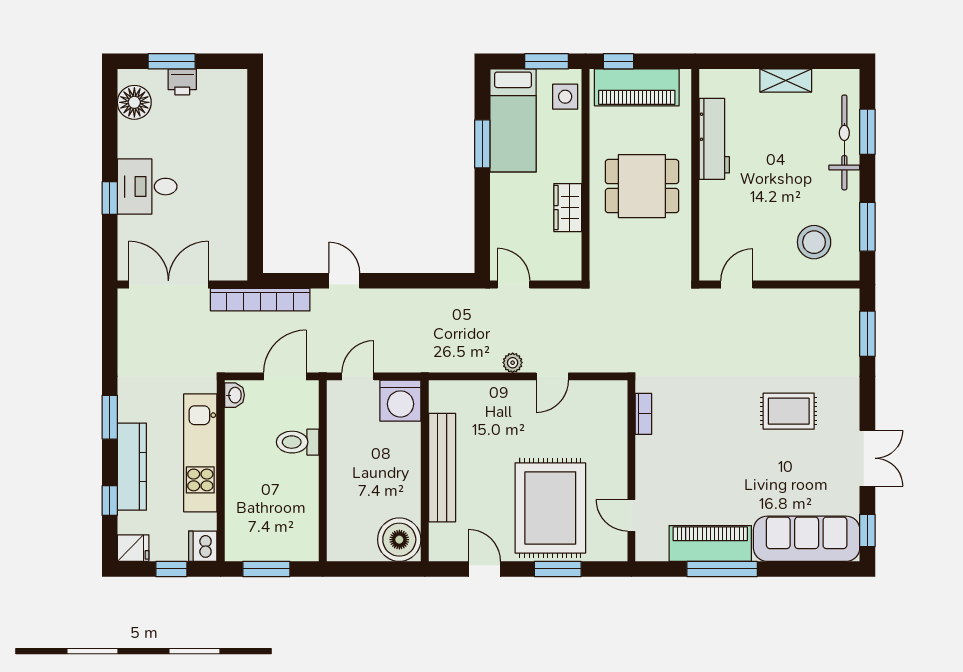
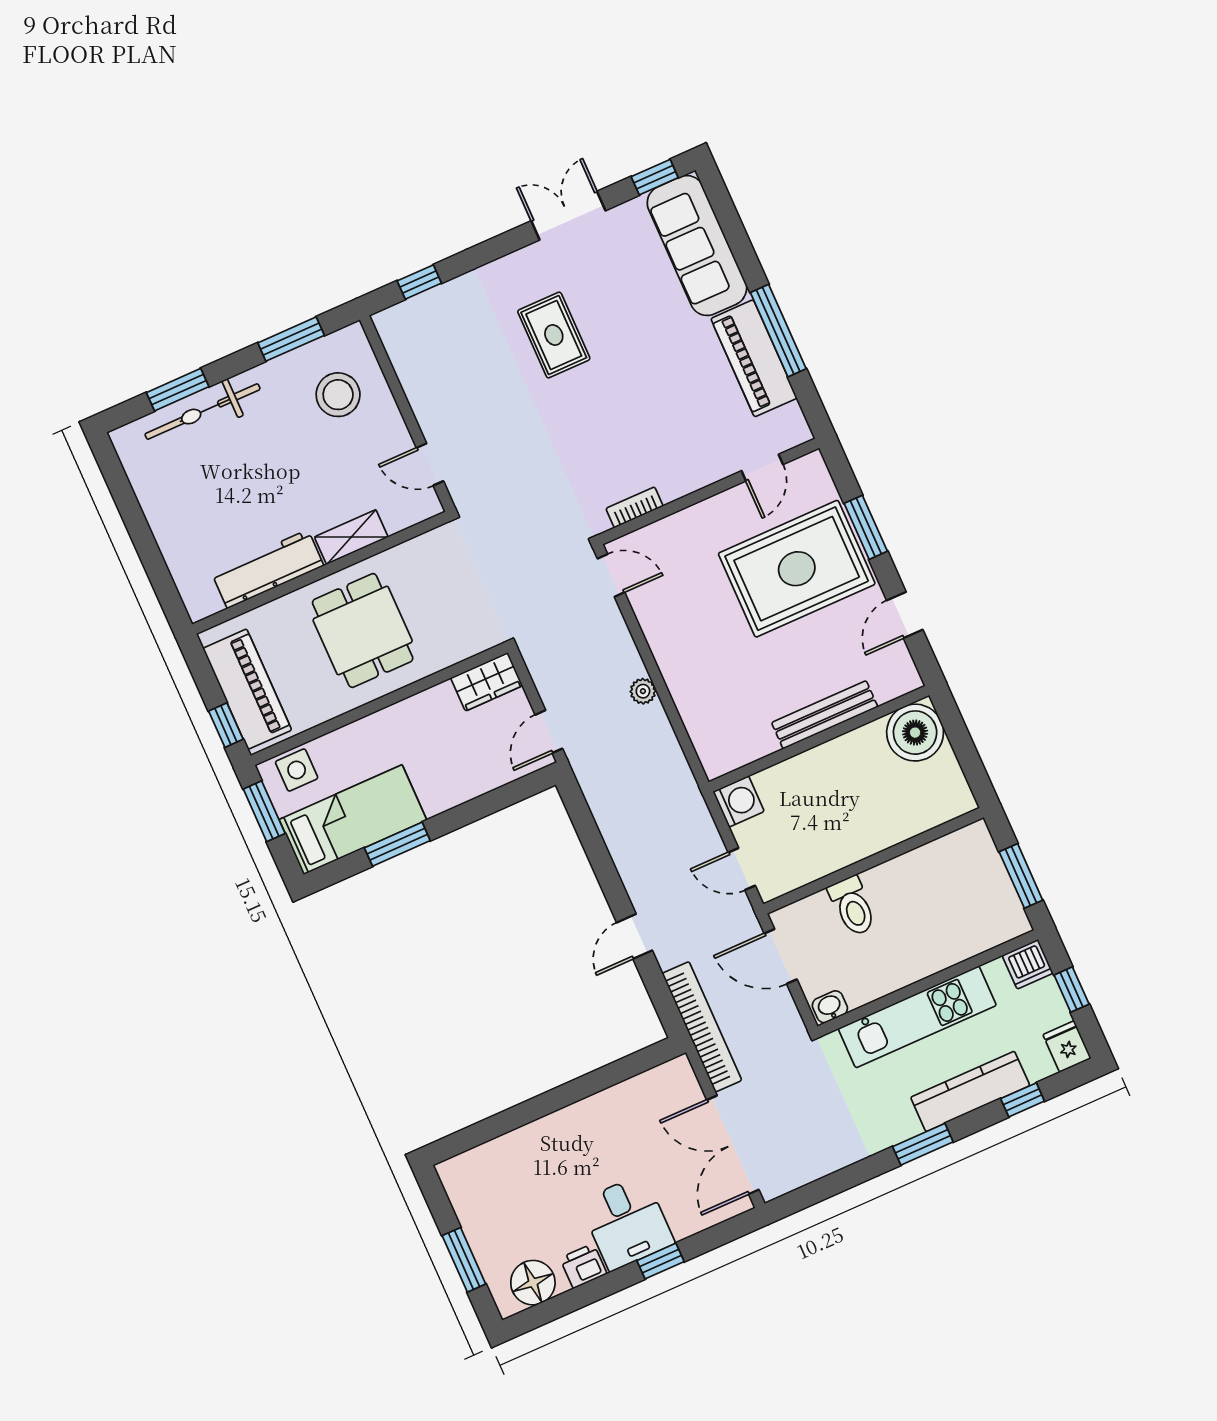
shelving: (786, 81) -> (351, 537), moved, turned 90
printer: (182, 82) -> (583, 1266), moved, turned -90
wardrobe: (568, 208) -> (487, 682), moved
window: (867, 334) -> (419, 282), width x0.67
door: (552, 376) -> (611, 575), moved
washing machine: (400, 401) -> (739, 801), width x0.73, depth x0.73
bench: (442, 468) -> (825, 715), width x0.73, depth x0.82

